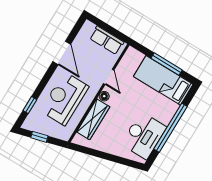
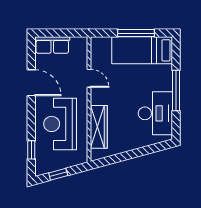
row of seats: (107, 40) -> (52, 45), moved
floor lamp: (104, 96) -> (96, 99), removed
window: (171, 128) -> (176, 91), width x0.68

